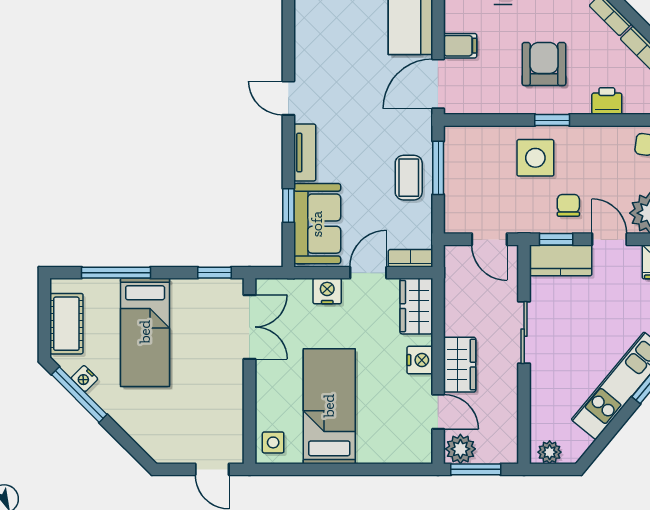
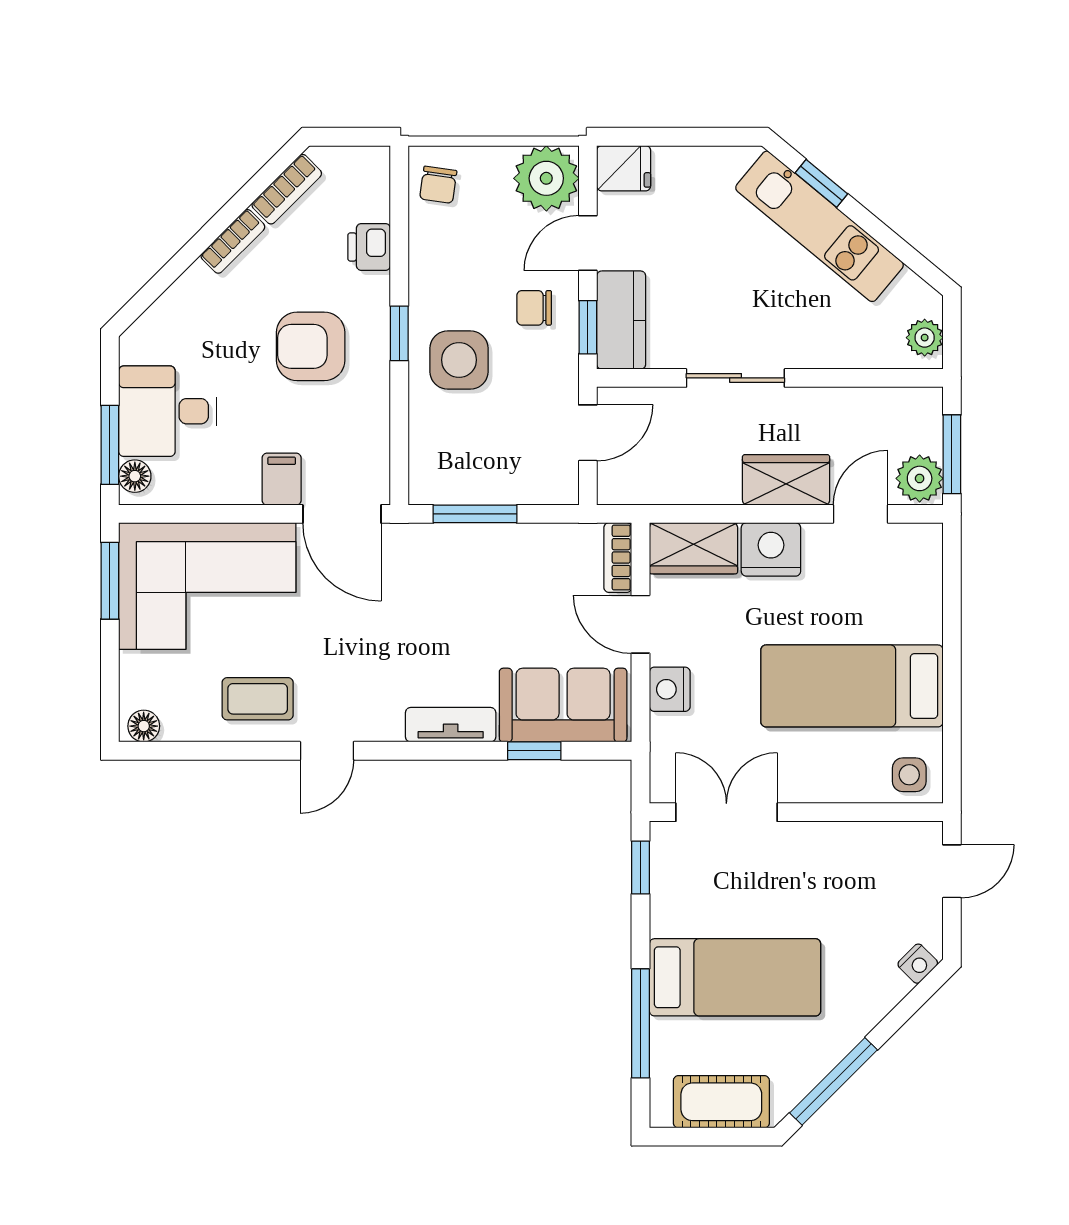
door: (288, 98) -> (327, 751), moved
coffee table: (409, 178) -> (258, 699), moved
nightstand: (420, 360) -> (771, 549), width x1.36, depth x1.33
nightstand: (84, 379) -> (918, 964), moved

